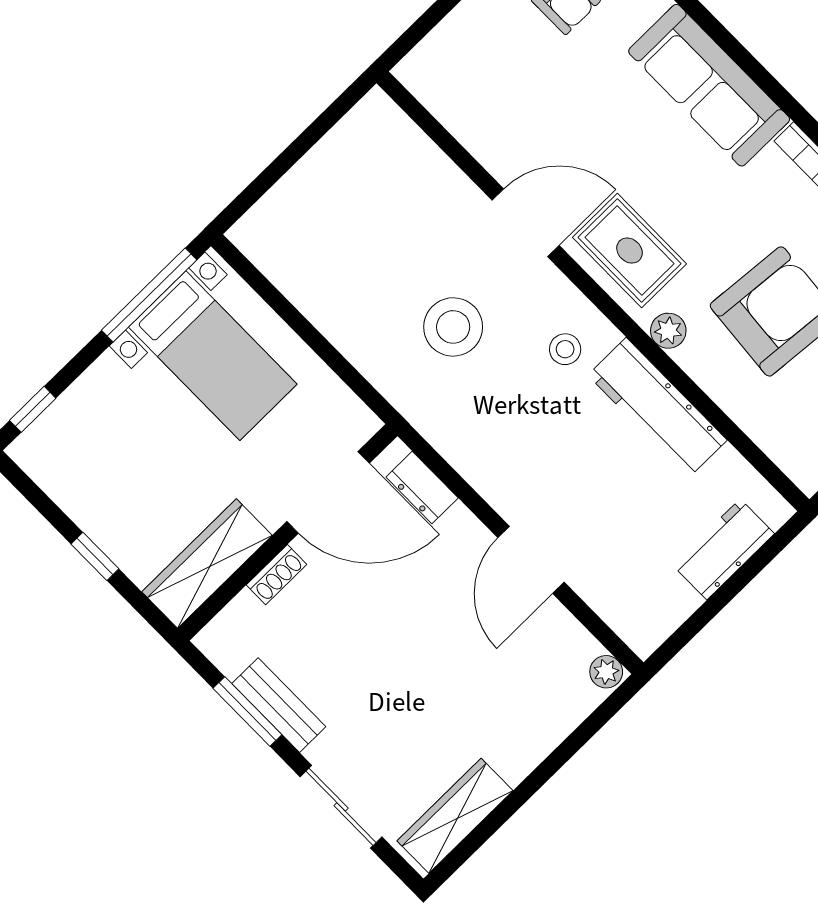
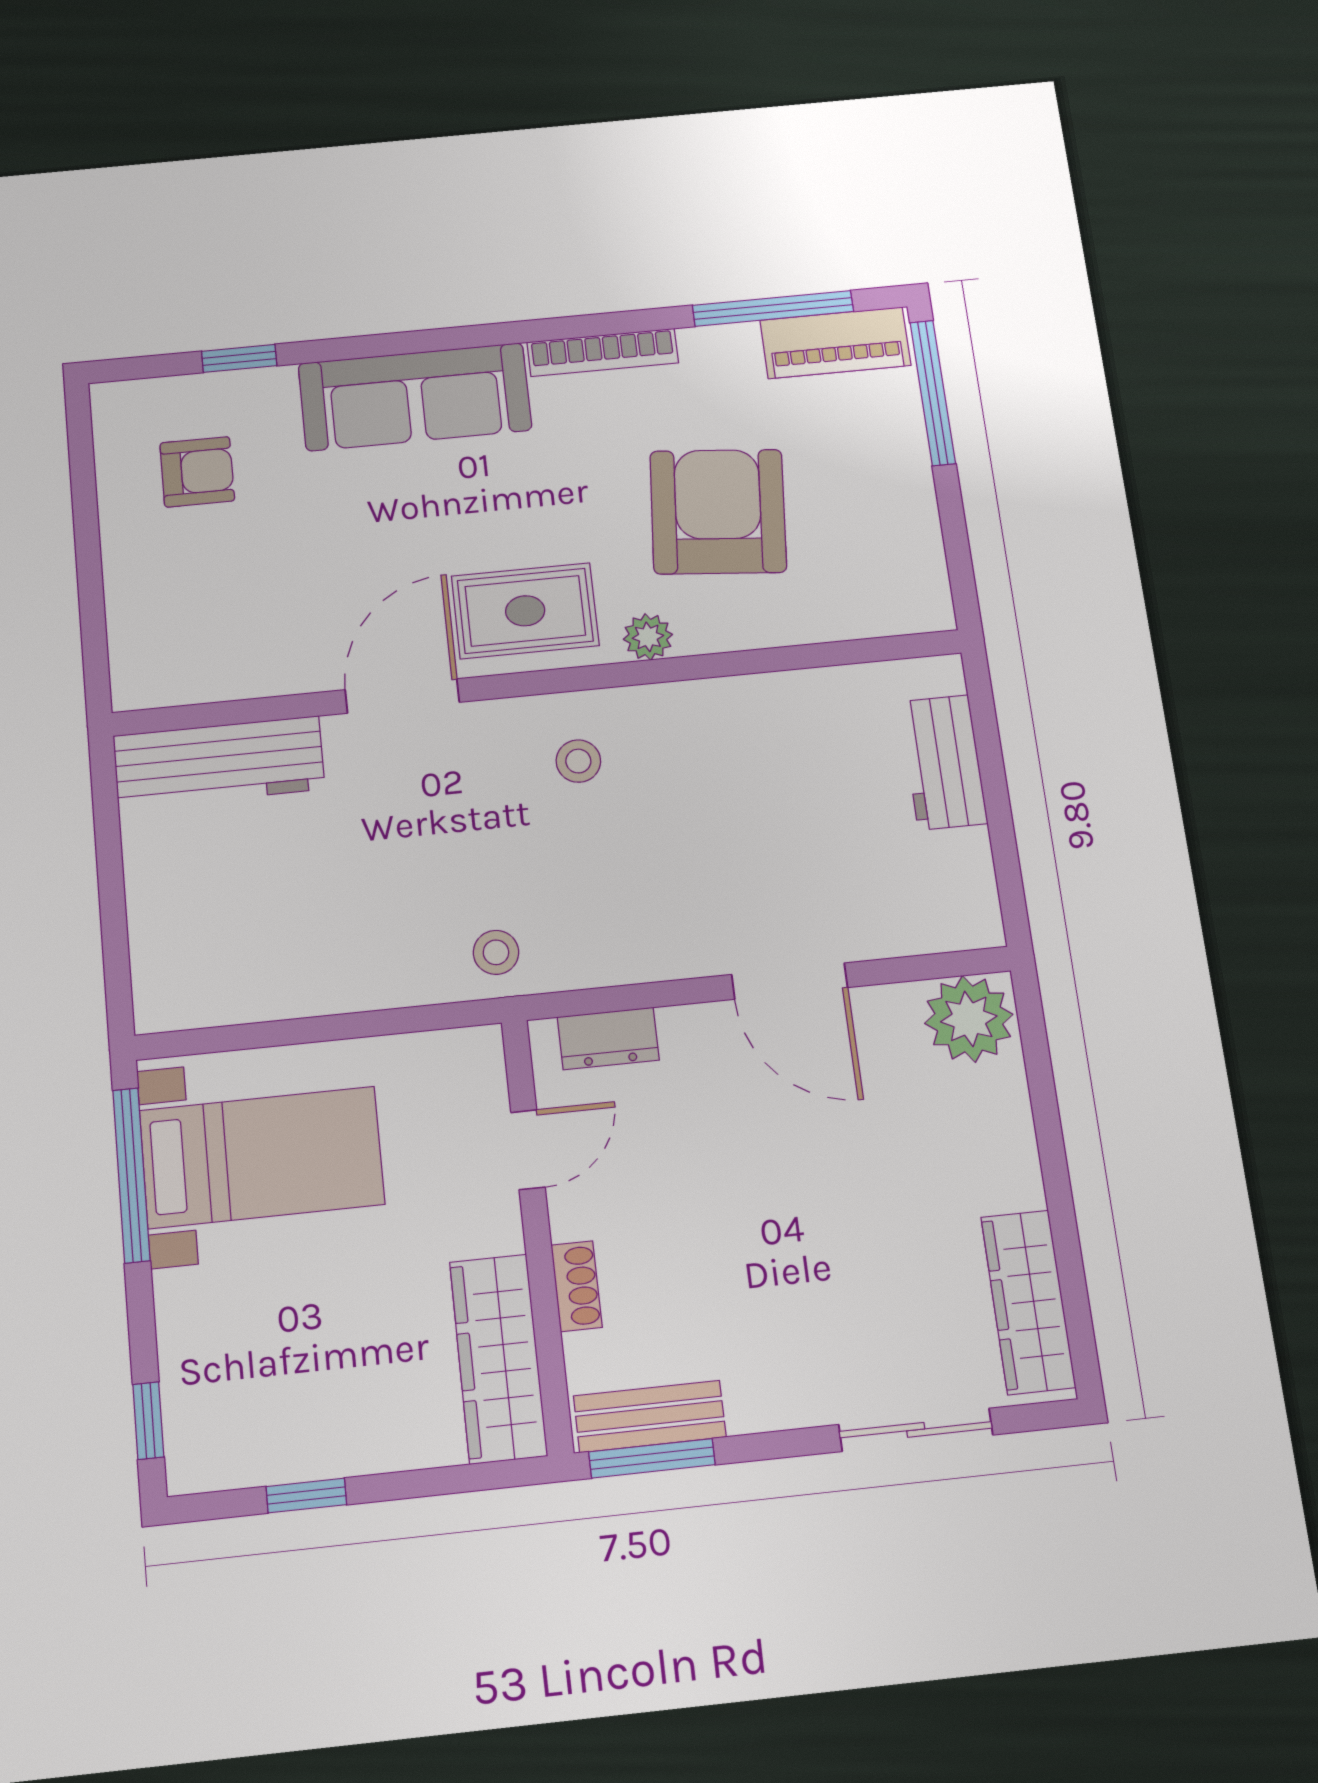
stool: (453, 327) -> (496, 952), moved, width x0.53, depth x0.53
workbench: (657, 408) -> (219, 762), moved
door: (328, 492) -> (528, 1150), width x0.53
window: (95, 556) -> (306, 1496), moved
plant: (606, 672) -> (969, 1019), width x1.87, depth x1.87
bench: (279, 705) -> (650, 1416), moved
window: (247, 711) -> (652, 1458), moved

